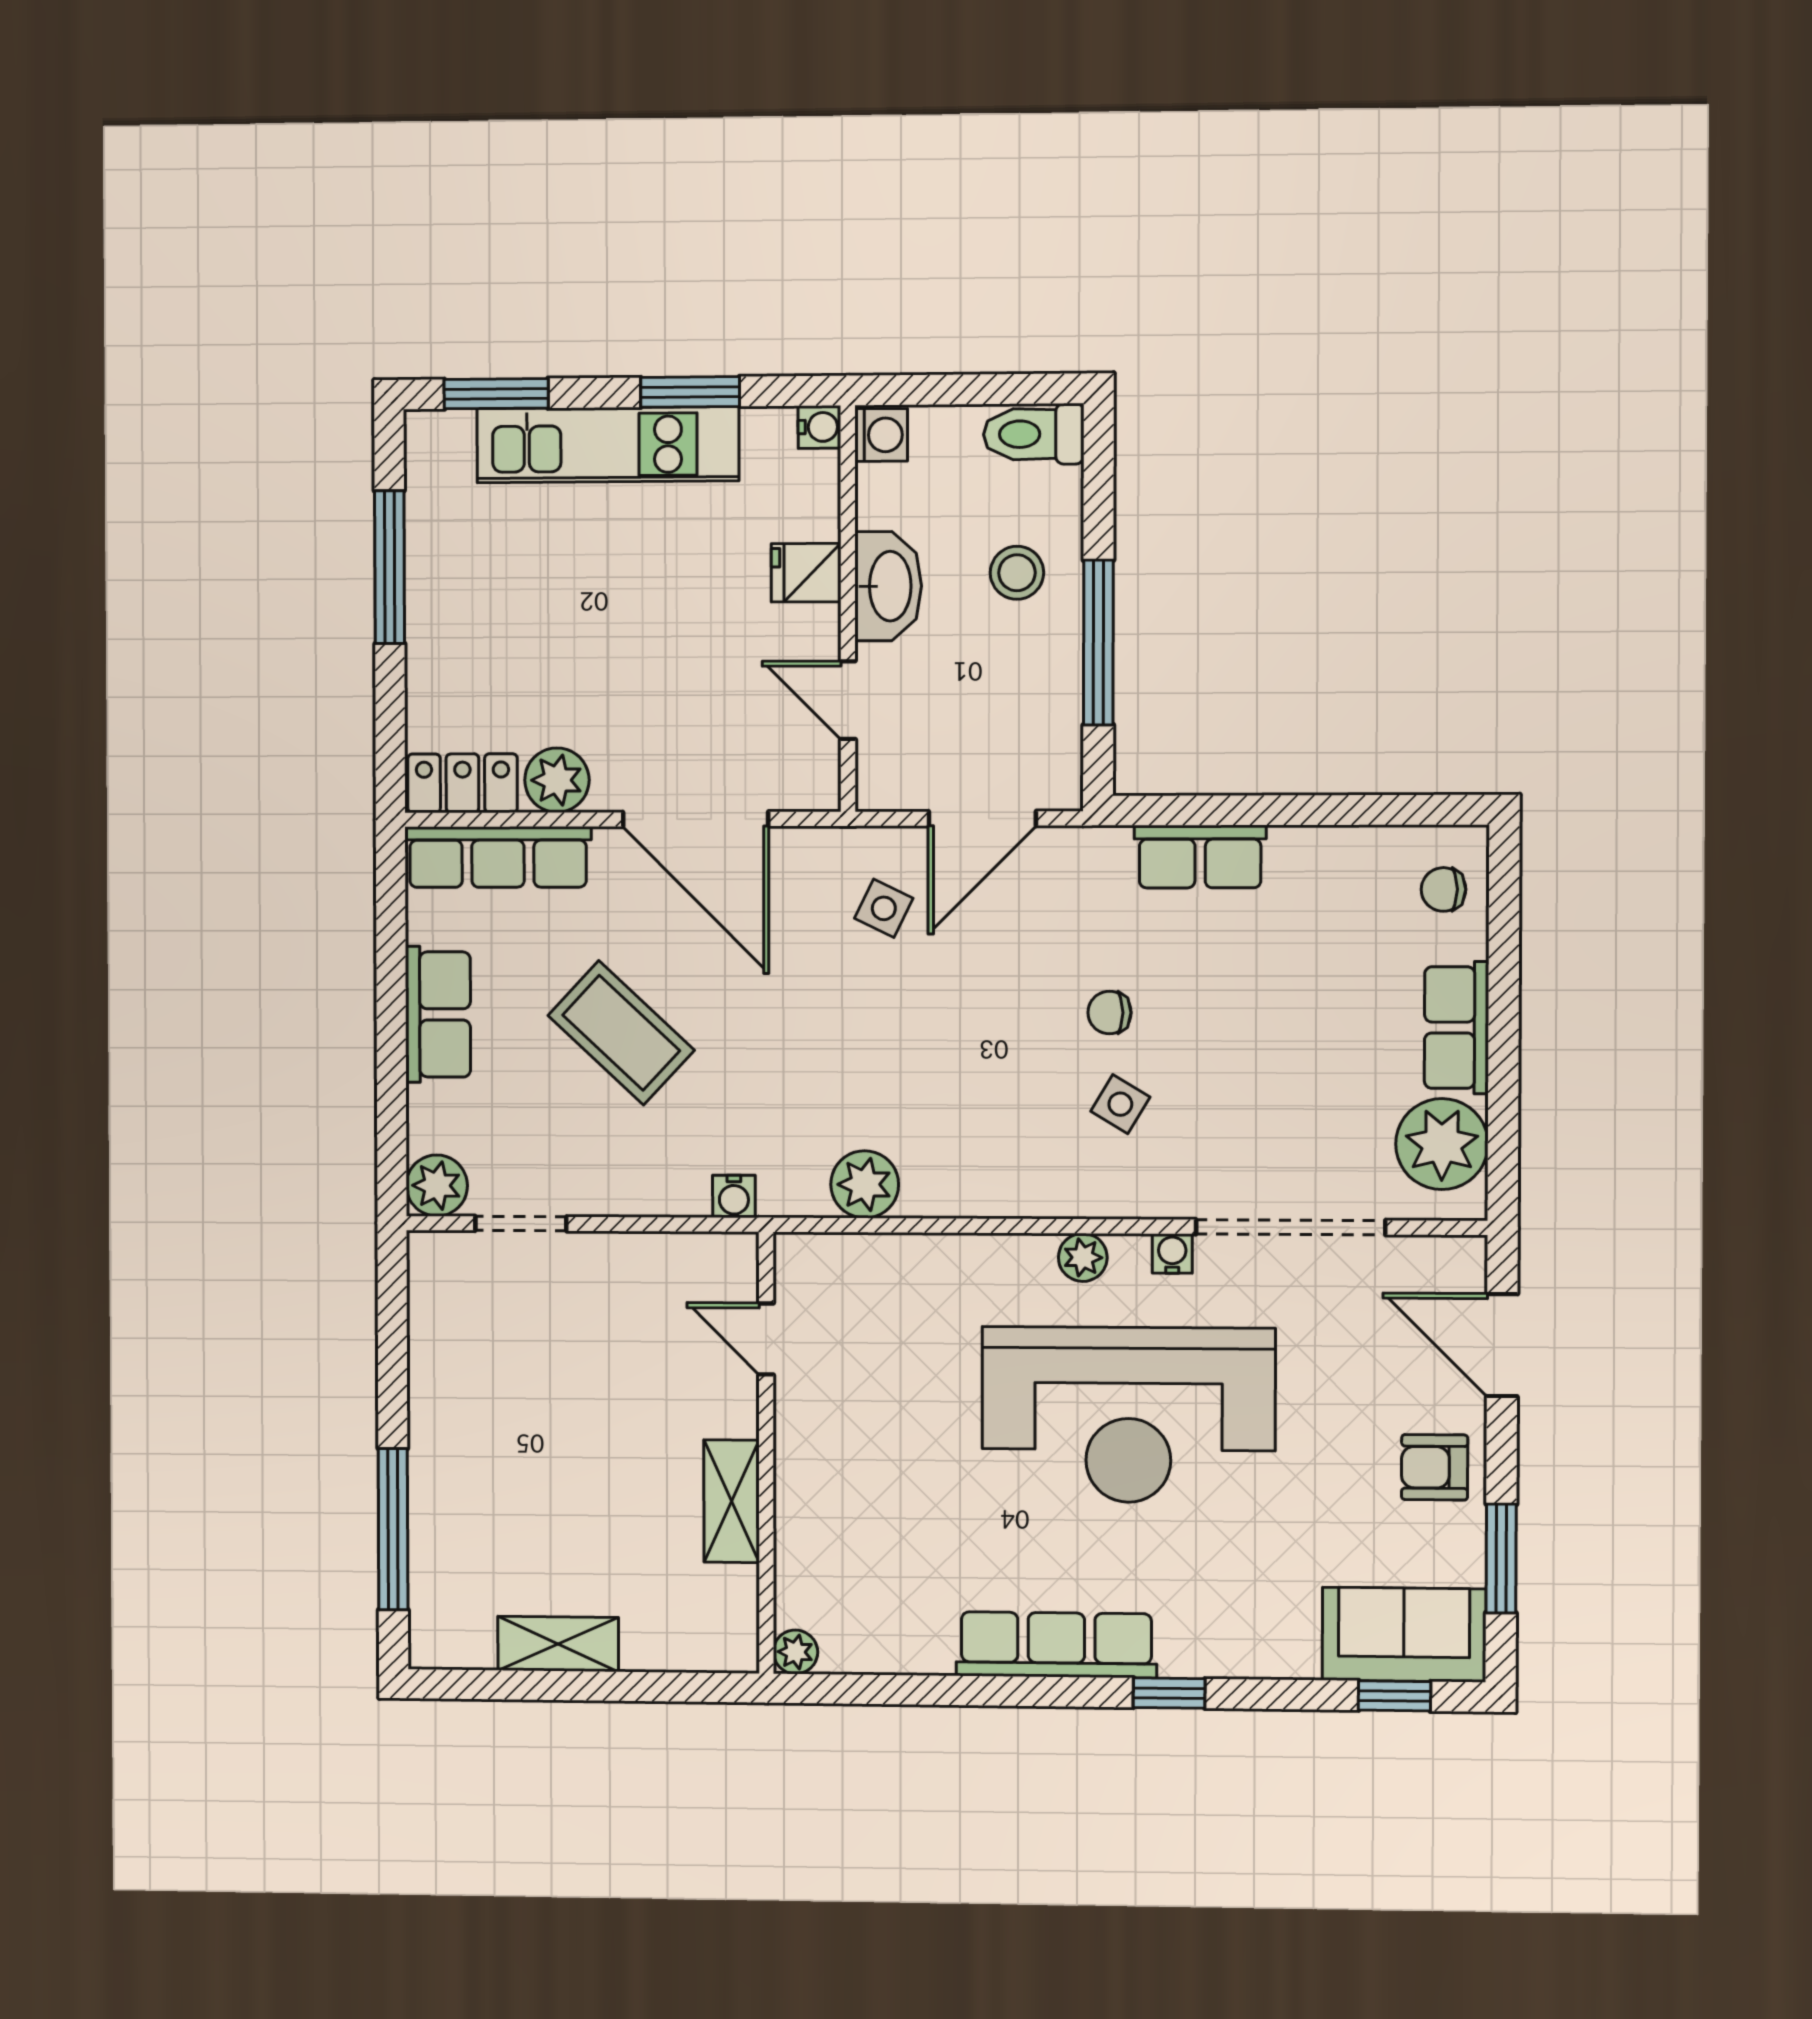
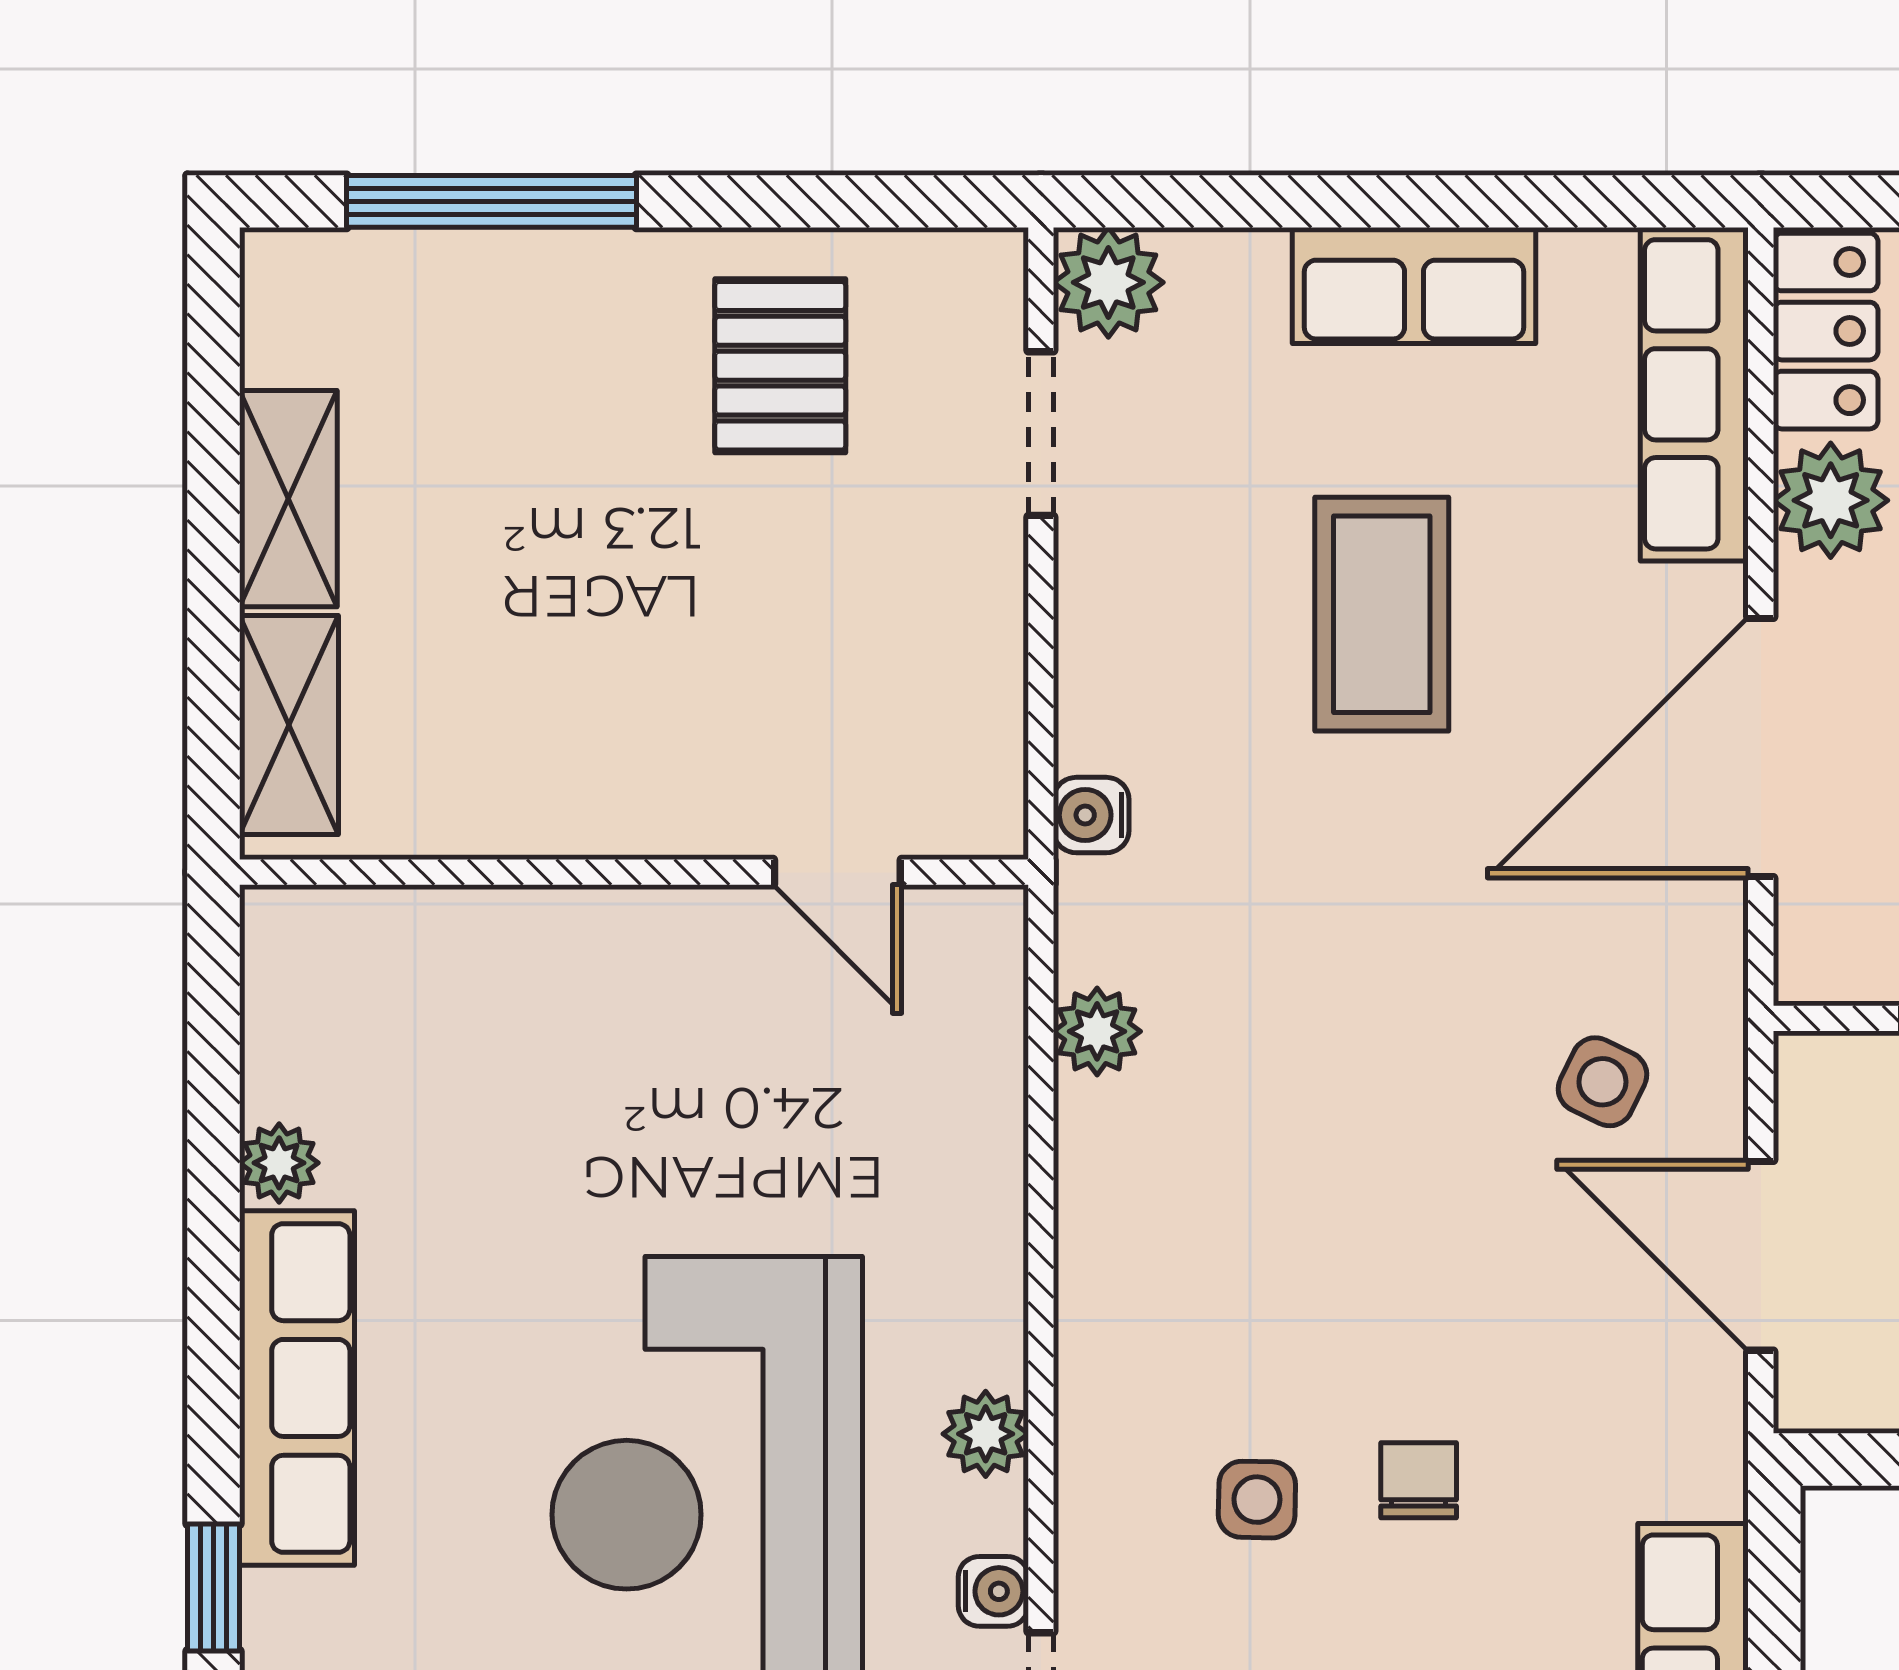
coffee table: (621, 1033) -> (1382, 614), turned -43
side table: (1120, 1104) -> (1257, 1500), turned -30
plant: (865, 1184) -> (1097, 1031), width x0.73, depth x0.73
door: (766, 1339) -> (837, 872), swing flipped
pallet: (484, 1369) -> (780, 366), added
shelving: (732, 1501) -> (289, 725), moved, turned 90
plant: (795, 1652) -> (279, 1163), moved

